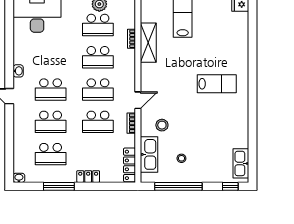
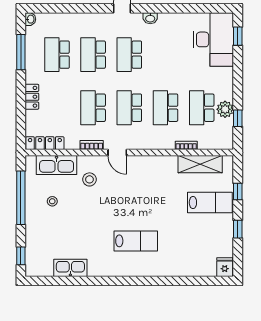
shelving: (148, 43) -> (200, 164), moved
lab bench: (217, 84) -> (136, 241), turned -90
kitchen sink: (241, 163) -> (70, 268), moved
window: (59, 186) -> (21, 52), moved

